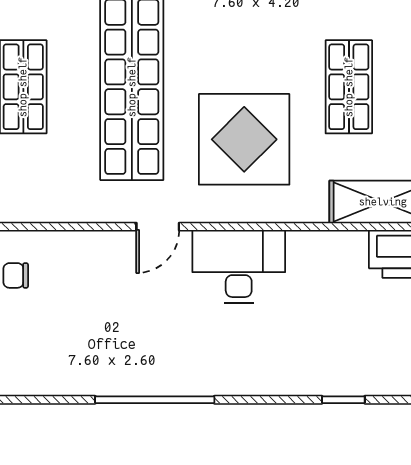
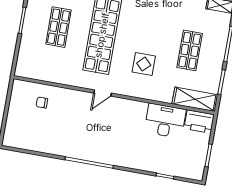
display table: (244, 139) -> (144, 64), width x0.54, depth x0.54
desk: (239, 266) -> (165, 121), moved

